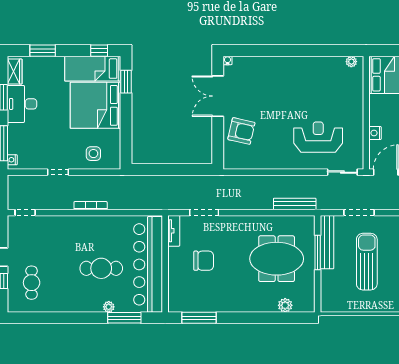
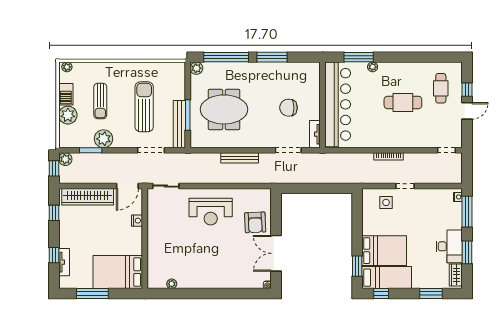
plant: (351, 62) -> (172, 284), moved
double door: (218, 96) -> (276, 253), swing flipped
bed: (95, 105) -> (384, 251), width x0.73
armchair: (241, 131) -> (255, 222), turned -106
reception desk: (318, 137) -> (211, 212), moved
doorway: (58, 172) -> (405, 186), moved
bench: (295, 204) -> (240, 158), moved
sun lounger: (367, 262) -> (144, 107), turned 180
cafe table: (101, 268) -> (403, 102), moved
plant: (285, 305) -> (196, 68), moved
window: (199, 318) -> (272, 57), moved
window: (274, 318) -> (226, 57), added

